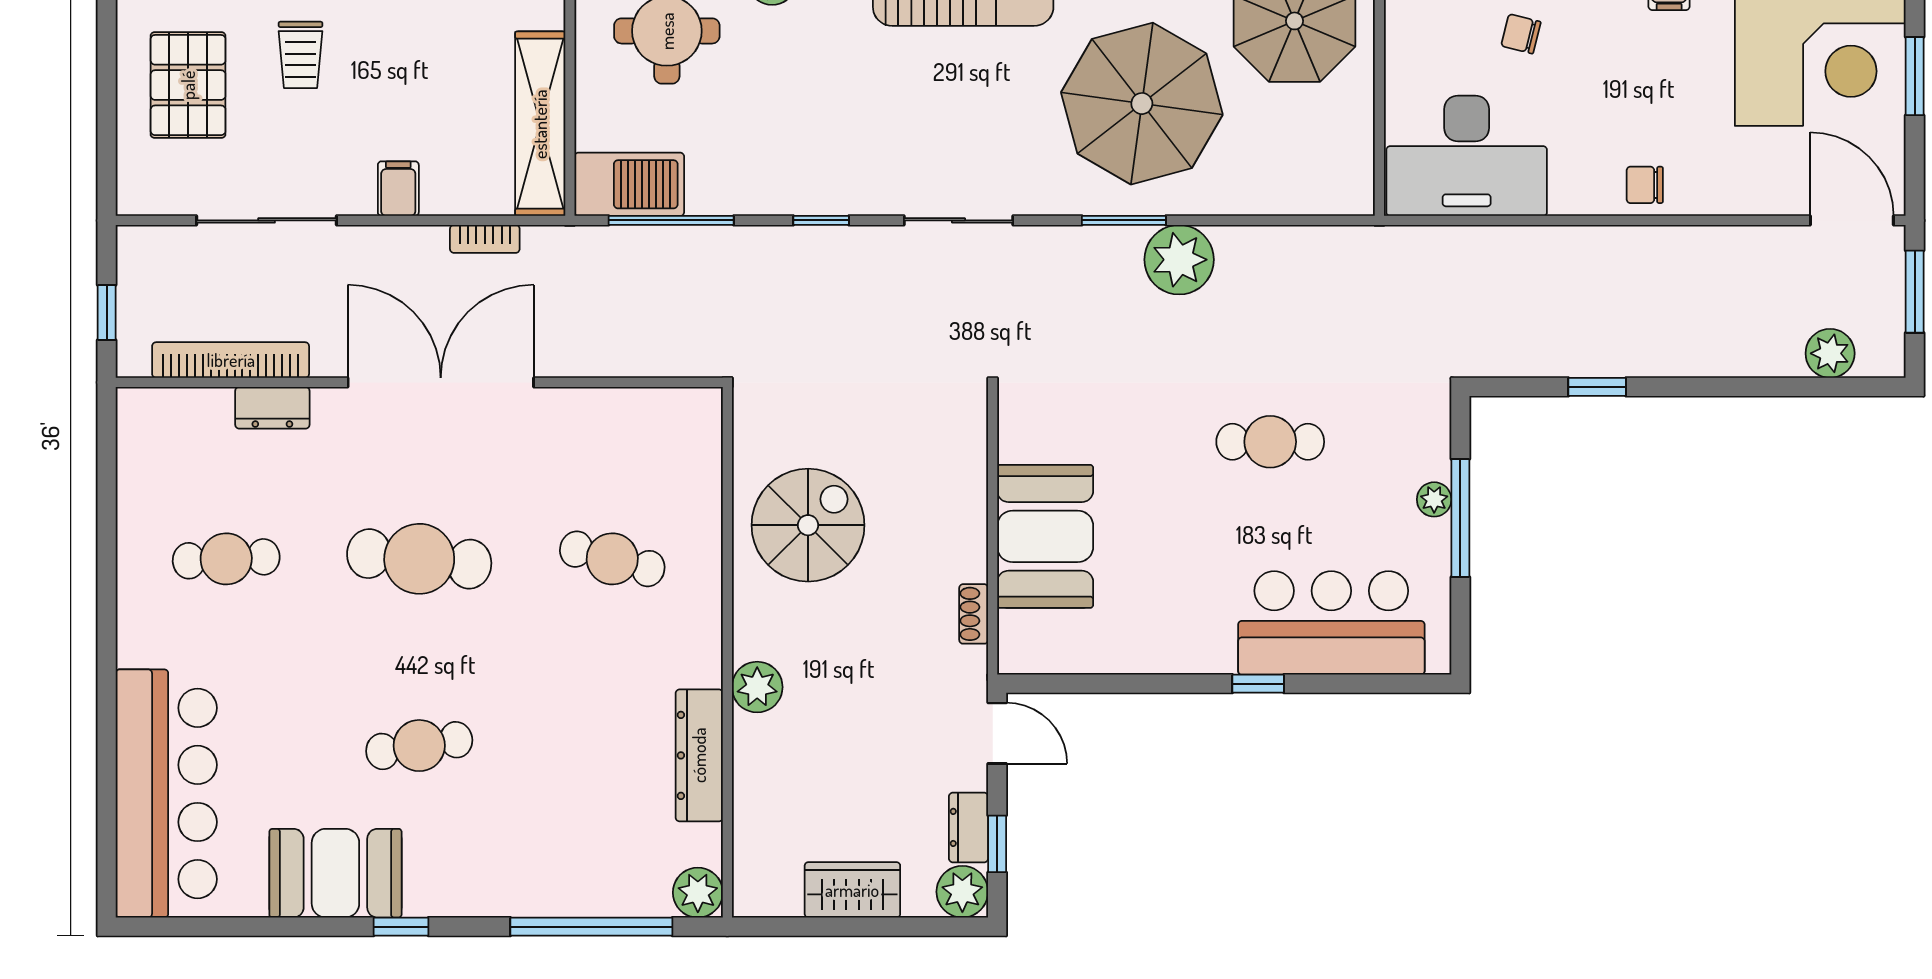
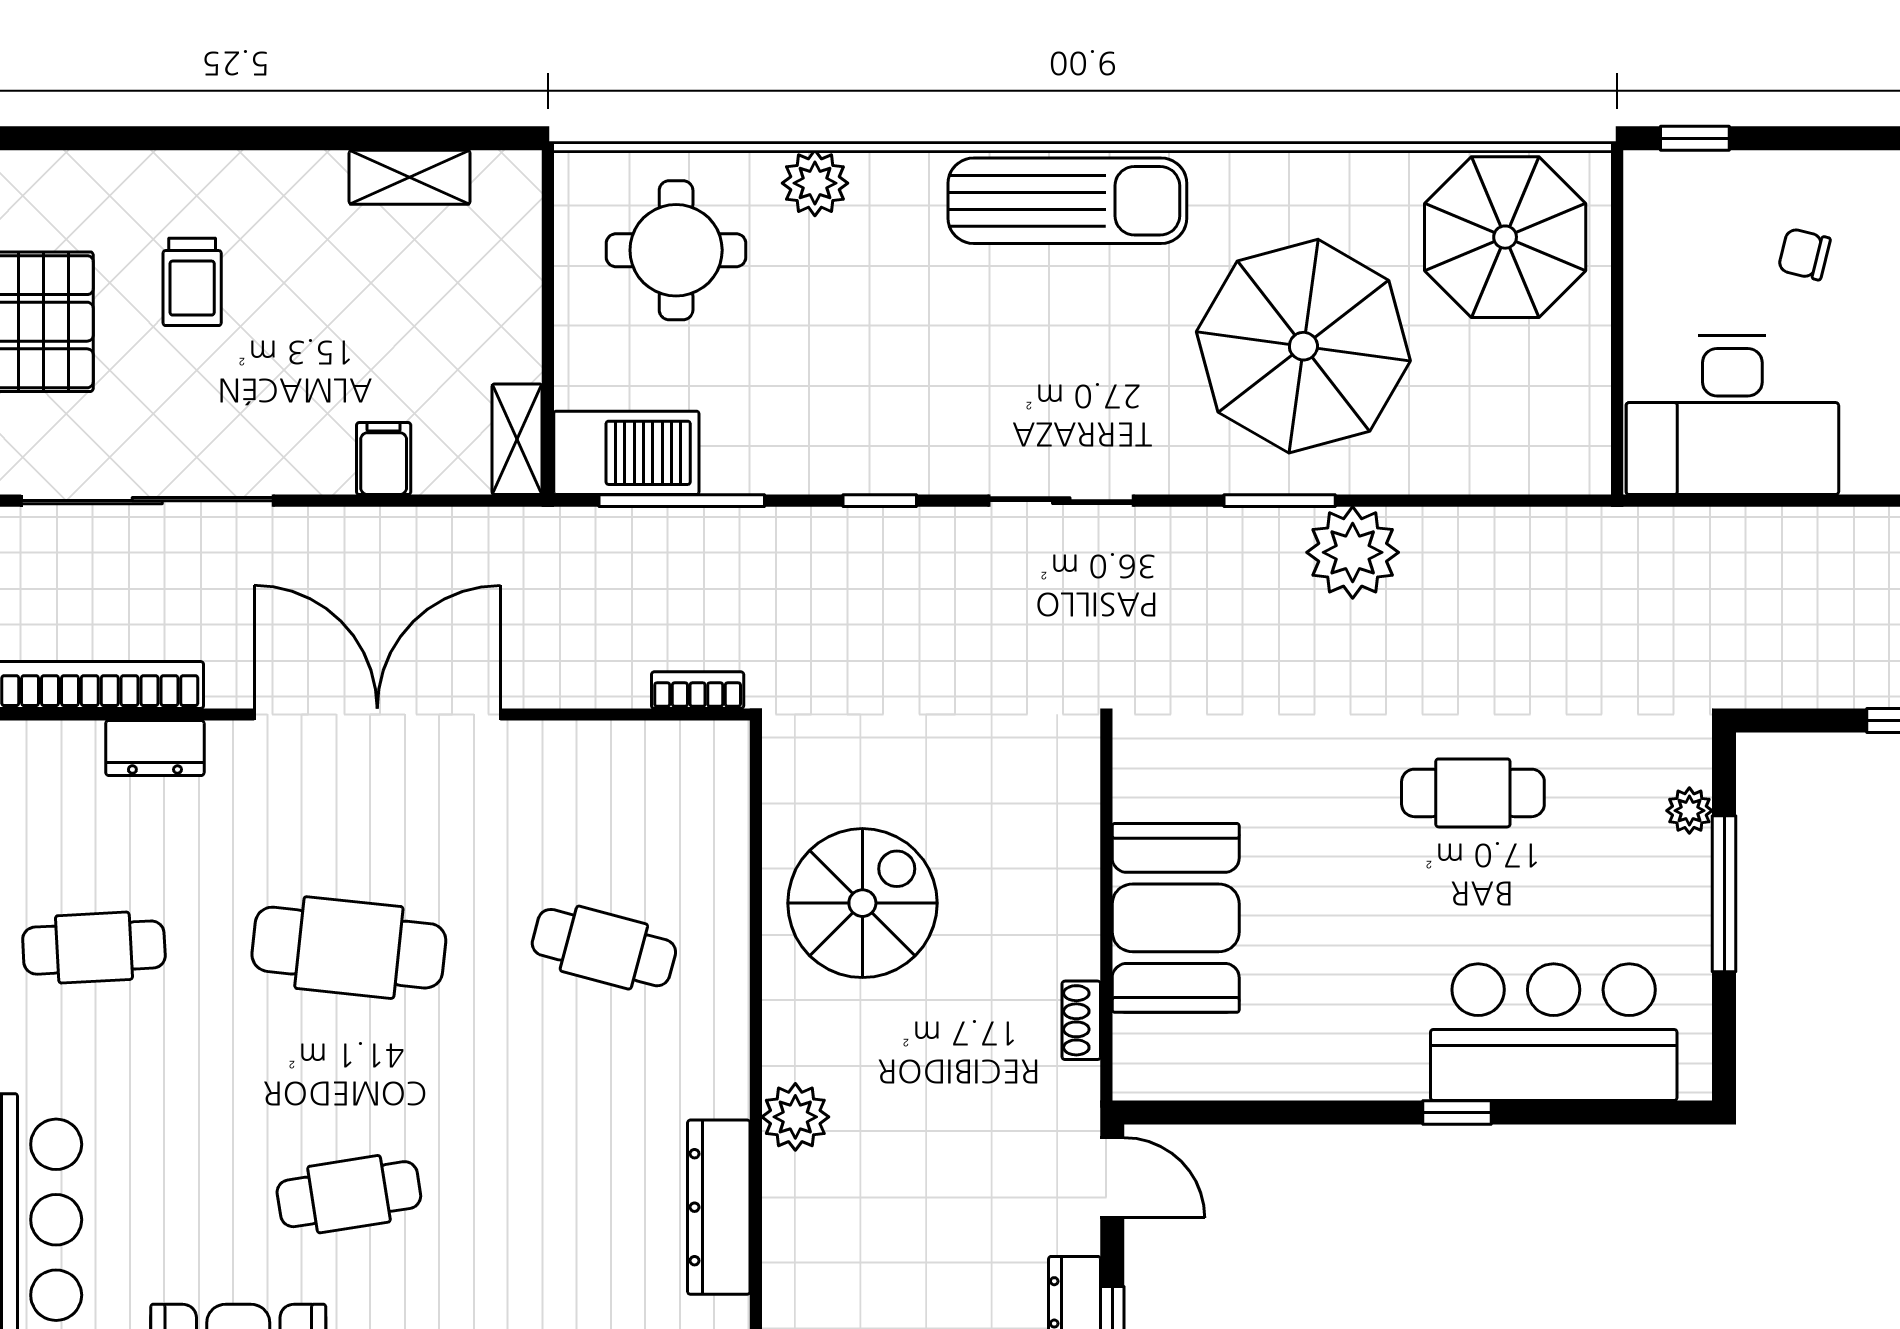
shelving: (540, 124) -> (517, 439), width x0.45, depth x0.75
filing cabinet: (398, 189) -> (384, 459), moved
sliding door: (267, 220) -> (147, 501), width x1.36
bookcase: (485, 239) -> (698, 690), moved, turned 180
plant: (1434, 499) -> (1689, 811), moved

